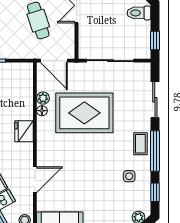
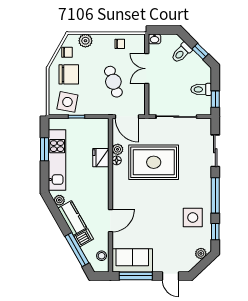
toilet: (139, 13) -> (201, 89), moved
fridge: (24, 131) -> (101, 158), moved
coffee table: (140, 144) -> (203, 189), removed
side table: (129, 176) -> (193, 218), width x1.87, depth x1.87

